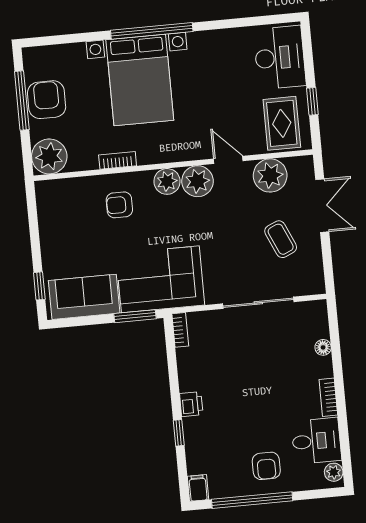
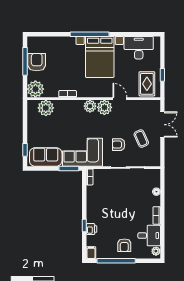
desk: (280, 57) -> (139, 48), moved, turned -90
bed with nightstands: (140, 80) -> (100, 57), moved
plant: (270, 175) -> (46, 108), moved
armchair: (119, 205) -> (119, 145), moved
printer: (191, 404) -> (92, 229), moved

